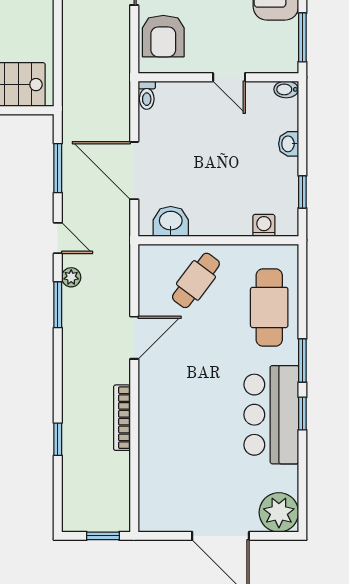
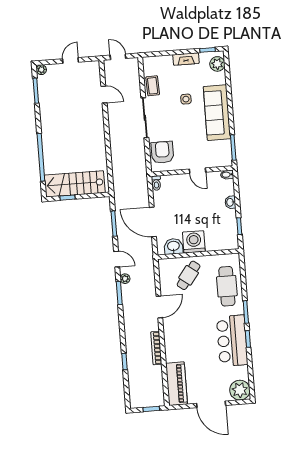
armchair: (163, 36) -> (162, 152), turned 180
washing machine: (264, 225) -> (194, 242), moved, width x1.89, depth x1.89
piano: (156, 490) -> (177, 384), added

